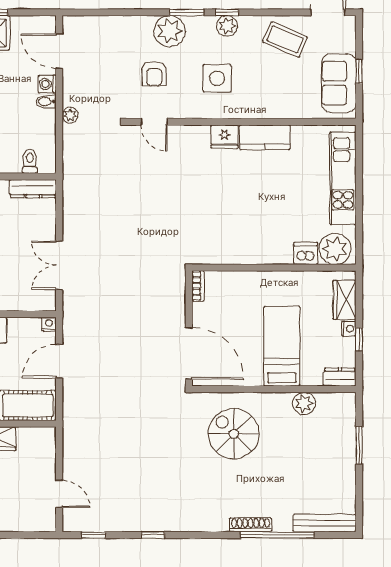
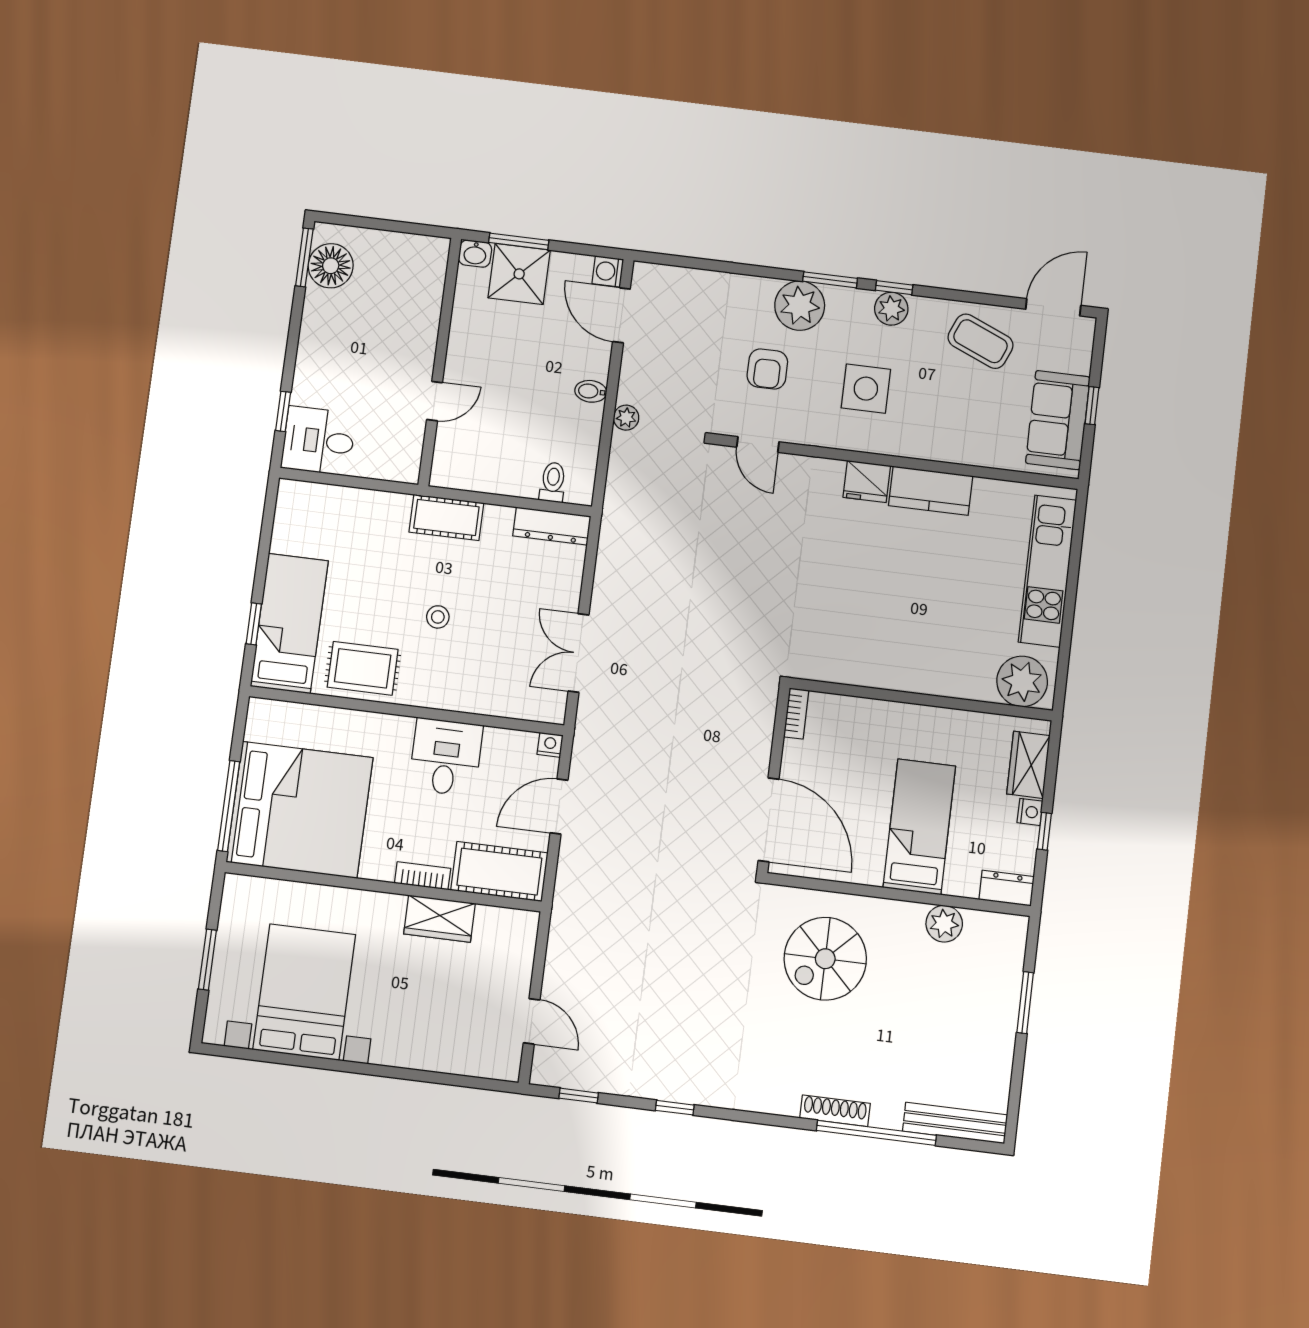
washing machine: (47, 84) -> (608, 271), moved
dishwasher: (306, 254) -> (975, 683), removed
spiral stairs: (234, 434) -> (825, 959), turned -90

